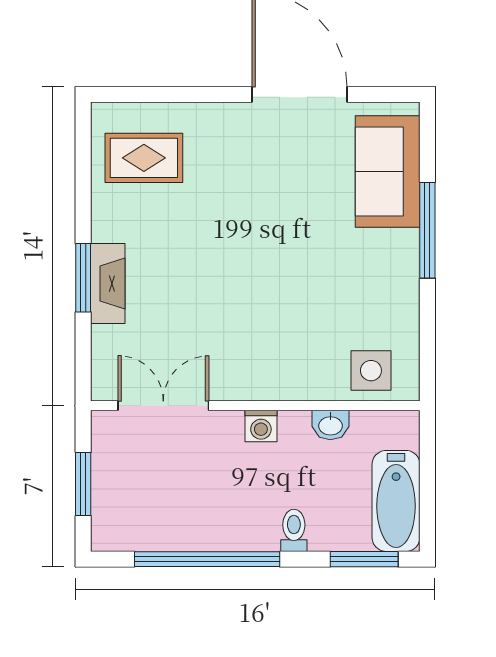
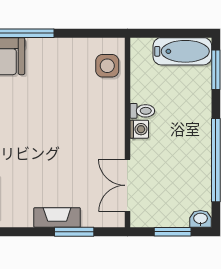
window: (83, 278) -> (74, 232), moved
washbasin: (330, 425) -> (201, 219), moved, turned -90
toilet: (294, 530) -> (142, 111), moved, turned 180

